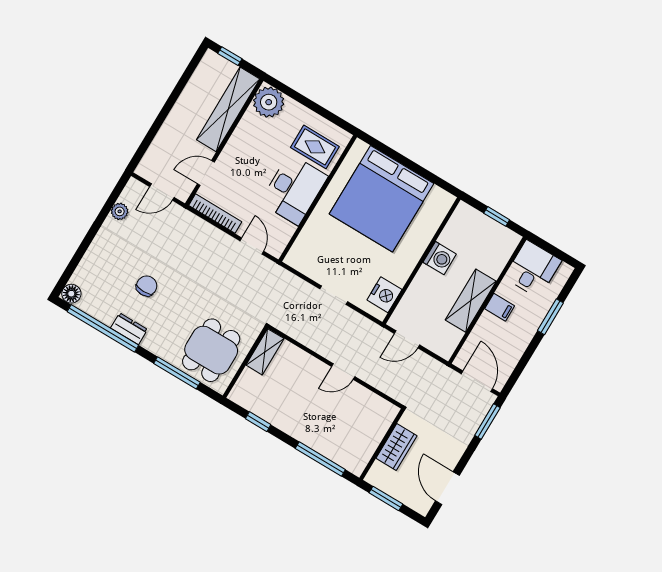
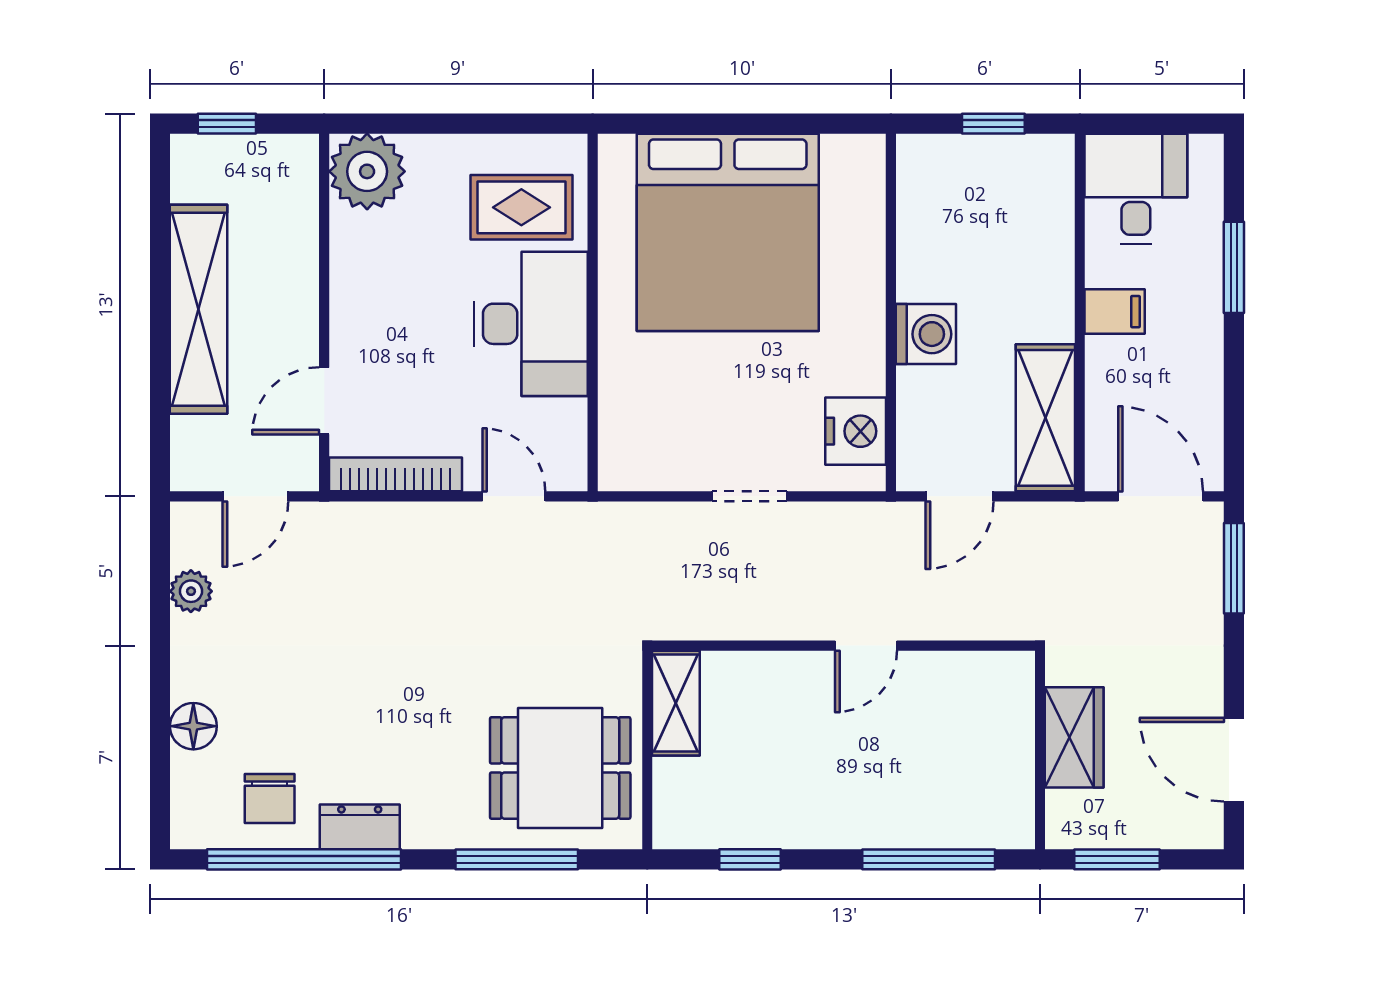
shelving: (228, 109) -> (199, 309), moved
washing machine: (440, 258) -> (926, 334), moved
chair: (147, 286) -> (270, 799), moved, turned 180
floor lamp: (71, 294) -> (193, 726), moved
shelving: (471, 301) -> (1045, 418), moved
dining table: (211, 350) -> (560, 768), turned 90

